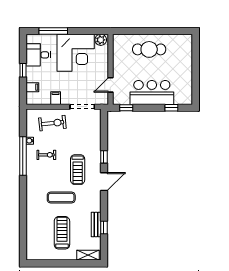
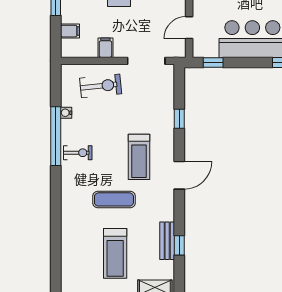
exercise bike: (46, 155) -> (78, 153), moved
window: (104, 157) -> (179, 119), moved
treadmill: (62, 233) -> (115, 253), turned 180

